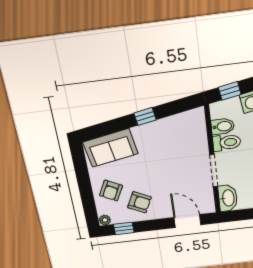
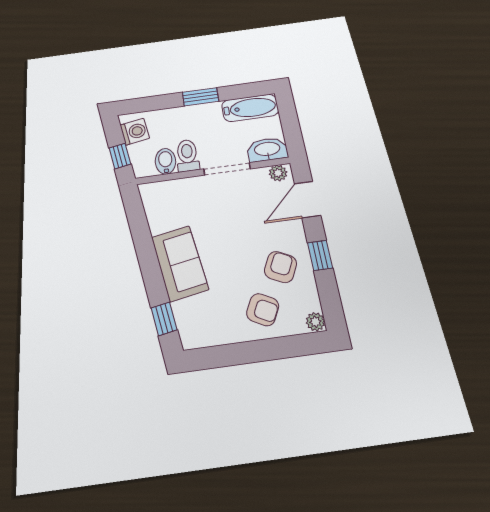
window: (145, 116) -> (164, 319), moved
sofa: (110, 148) -> (180, 263), moved
plant: (208, 204) -> (278, 173), added
window: (124, 228) -> (320, 255), moved

